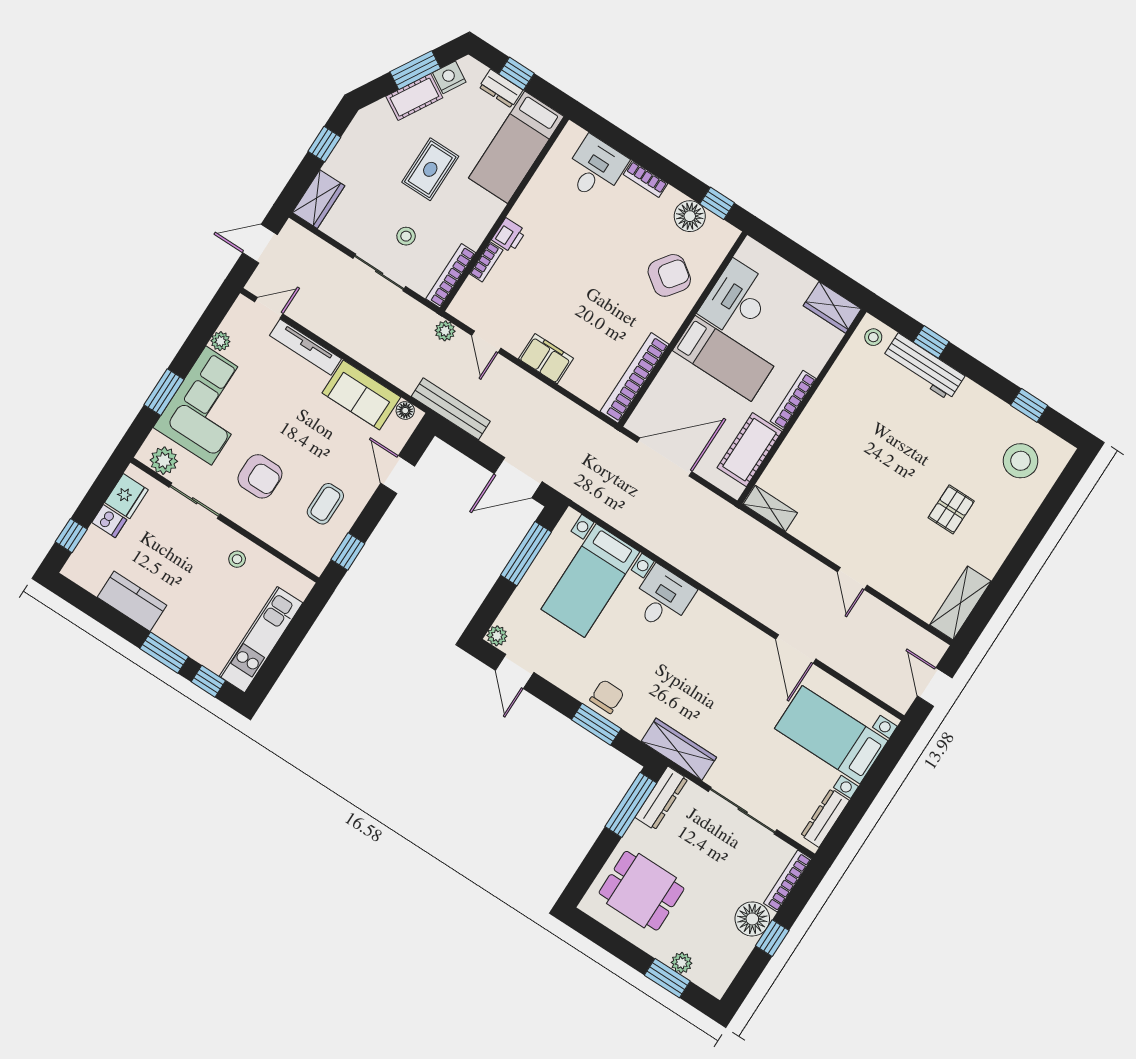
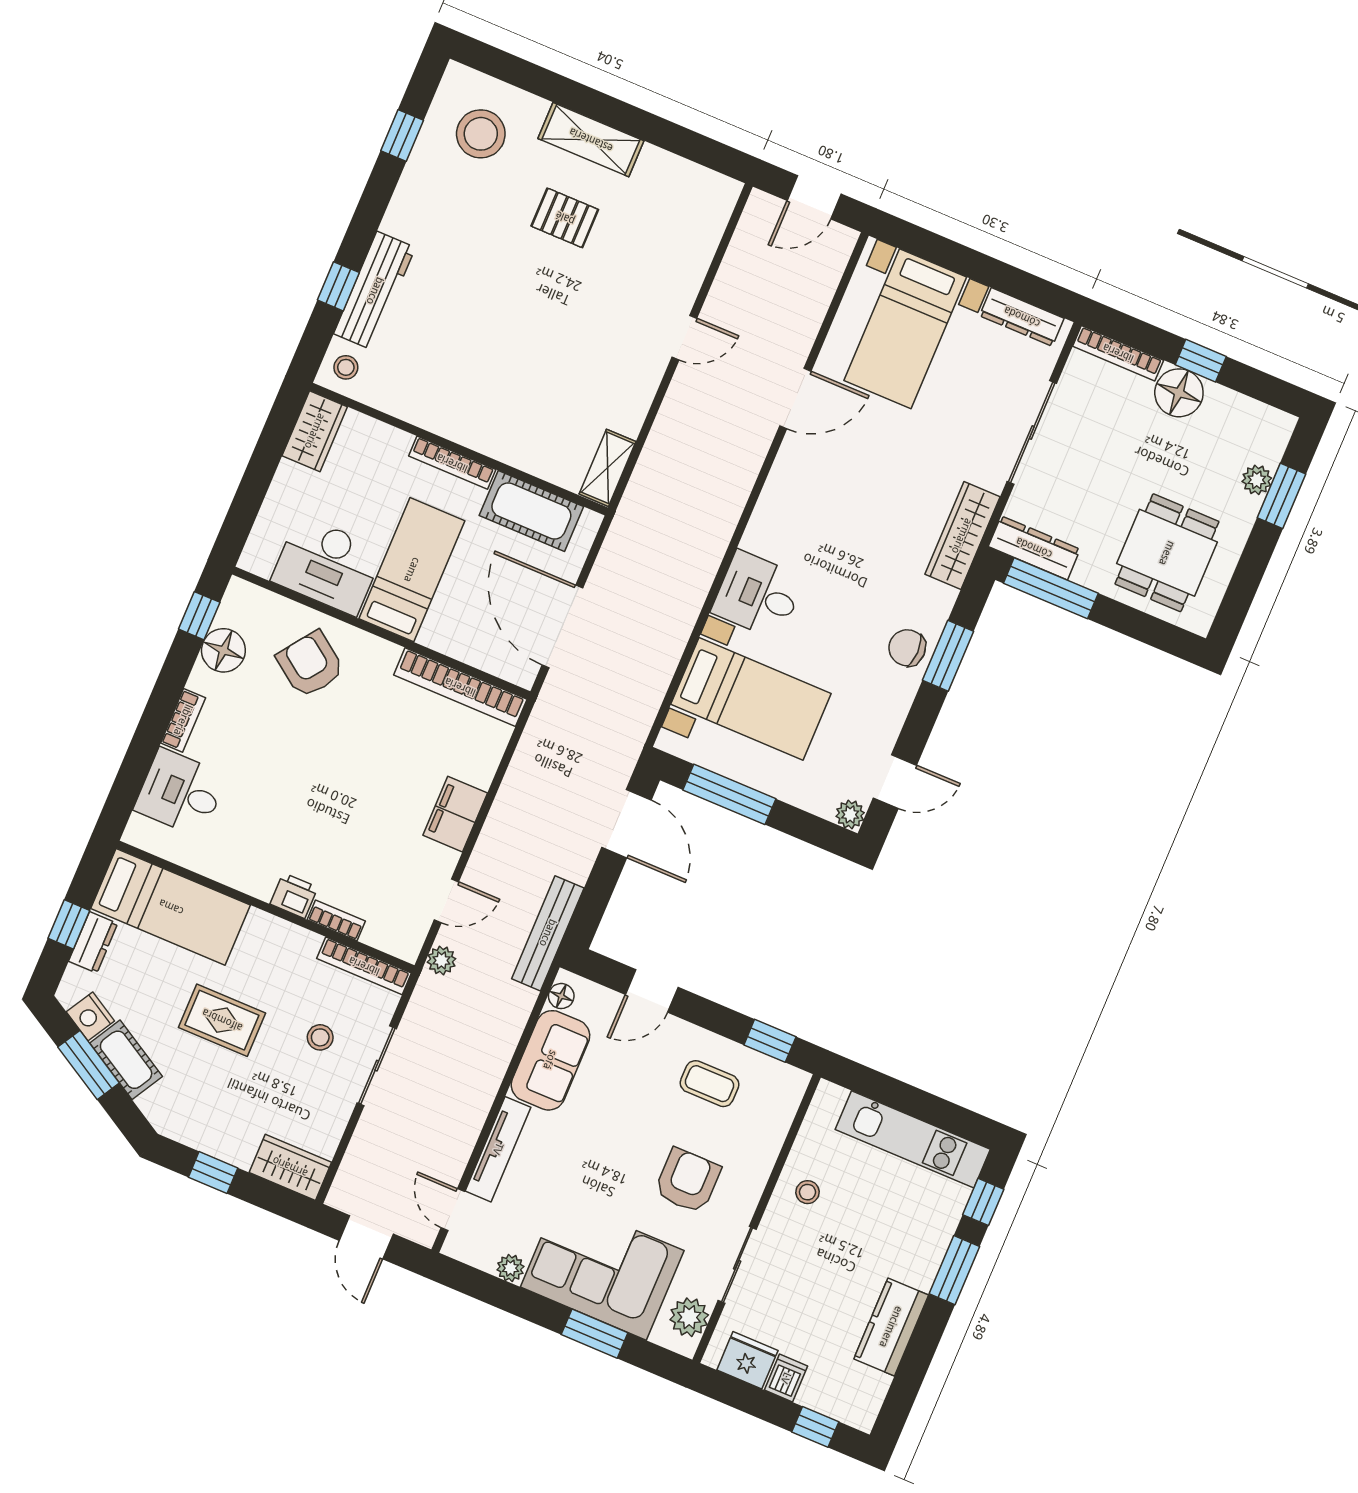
shelving: (960, 603) -> (591, 140), moved

